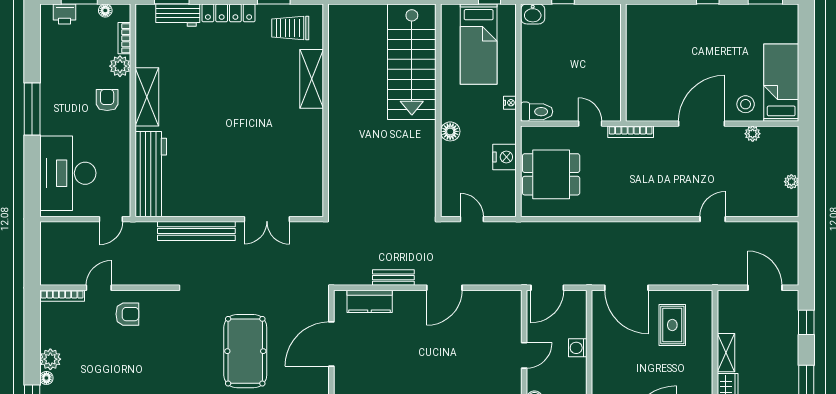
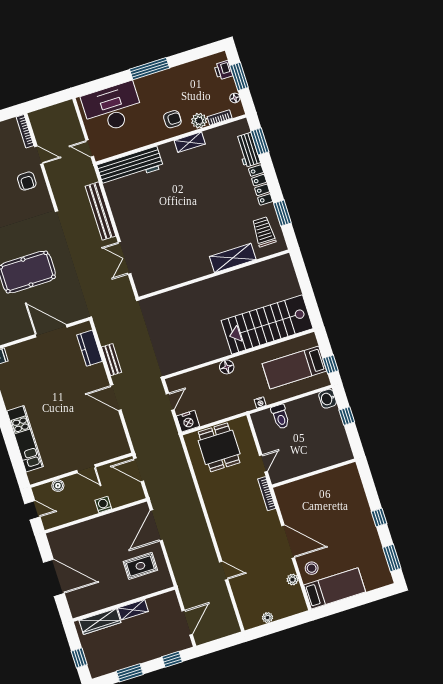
shelving: (147, 97) -> (190, 142), width x0.67, depth x0.75
toilet: (537, 112) -> (280, 417), moved
nightstand: (505, 157) -> (188, 421), moved

